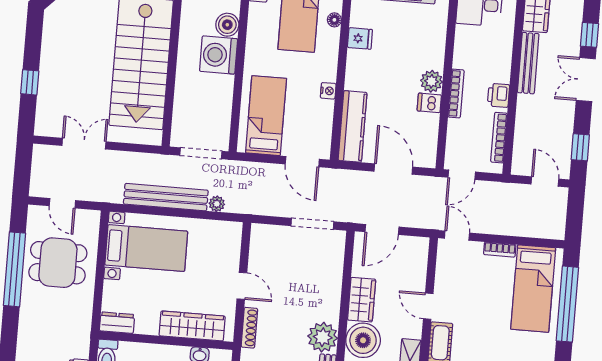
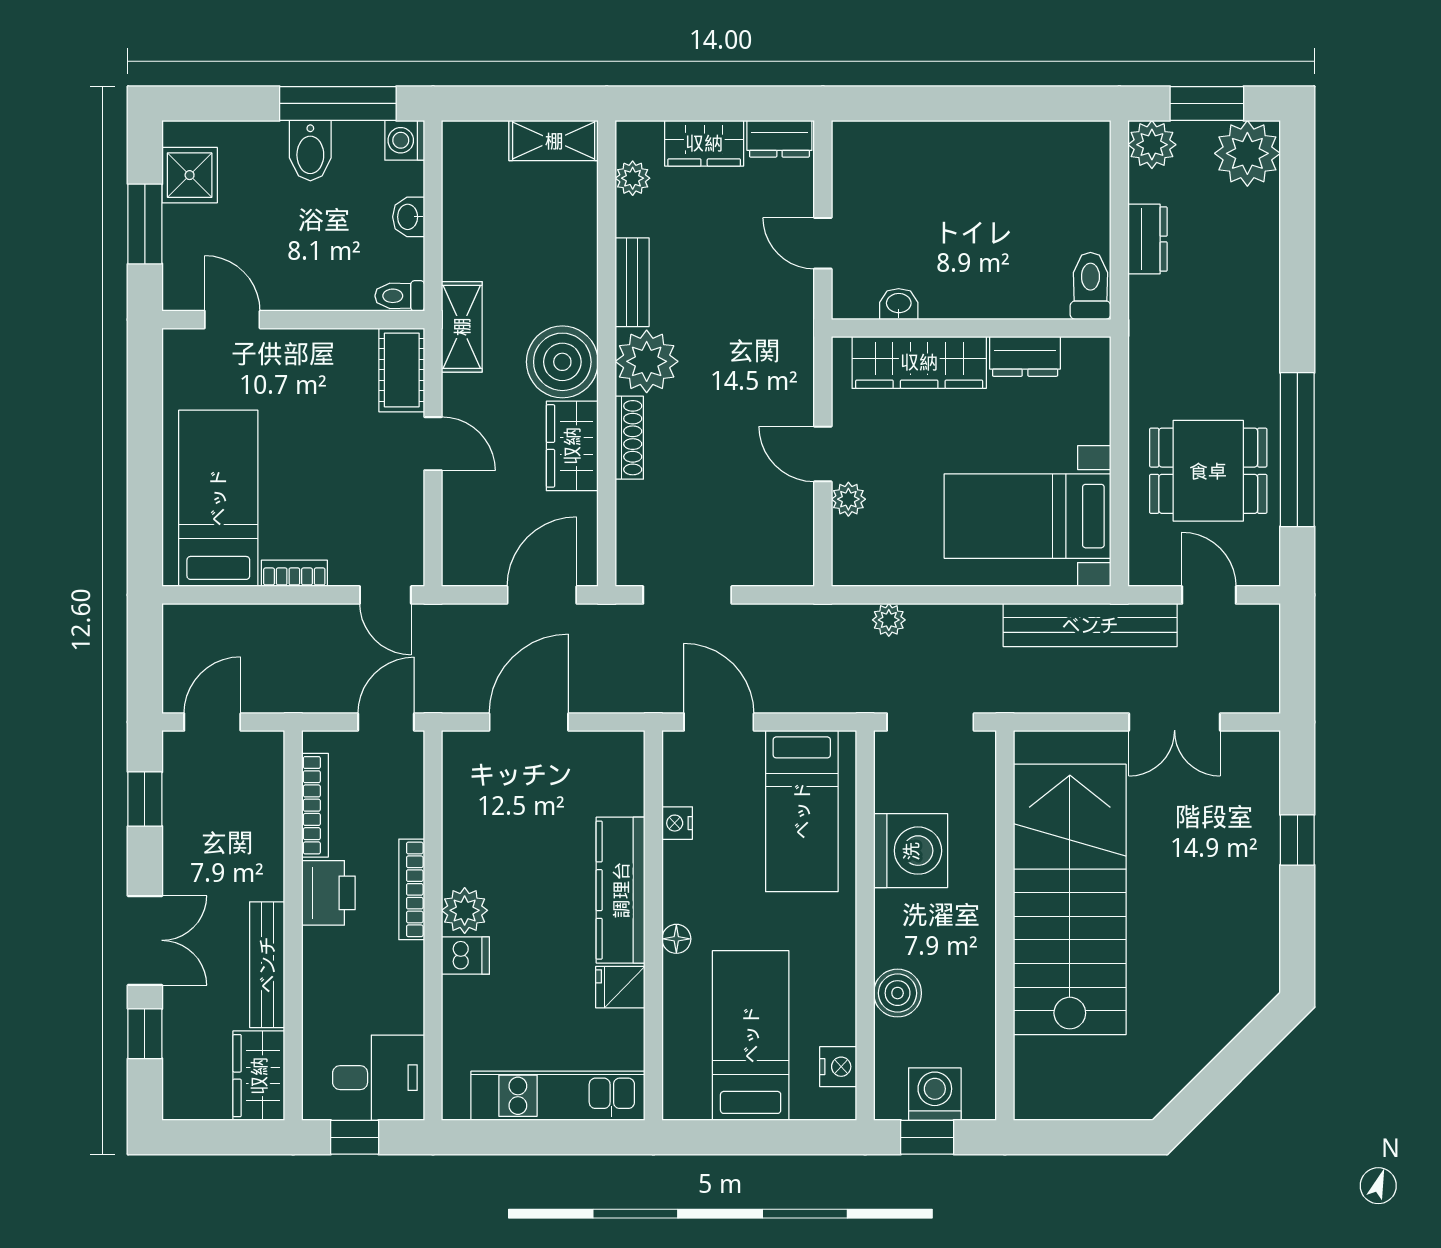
floor lamp: (334, 20) -> (676, 939), moved
washing machine: (219, 55) -> (911, 851), moved
nightstand: (328, 91) -> (677, 823), moved
printer: (498, 95) -> (328, 893), width x1.36, depth x1.24
dishwasher: (429, 103) -> (465, 956), moved
kitchen counter: (353, 126) -> (621, 890), moved
door: (393, 169) -> (529, 722), swing flipped
door: (545, 182) -> (212, 722), swing flipped
bench: (166, 197) -> (1090, 625), moved
plant: (231, 263) -> (848, 499), added
window: (567, 304) -> (145, 472), removed
dresser: (117, 323) -> (1025, 356), moved
shoe rack: (249, 328) -> (629, 438), moved, turned 180

